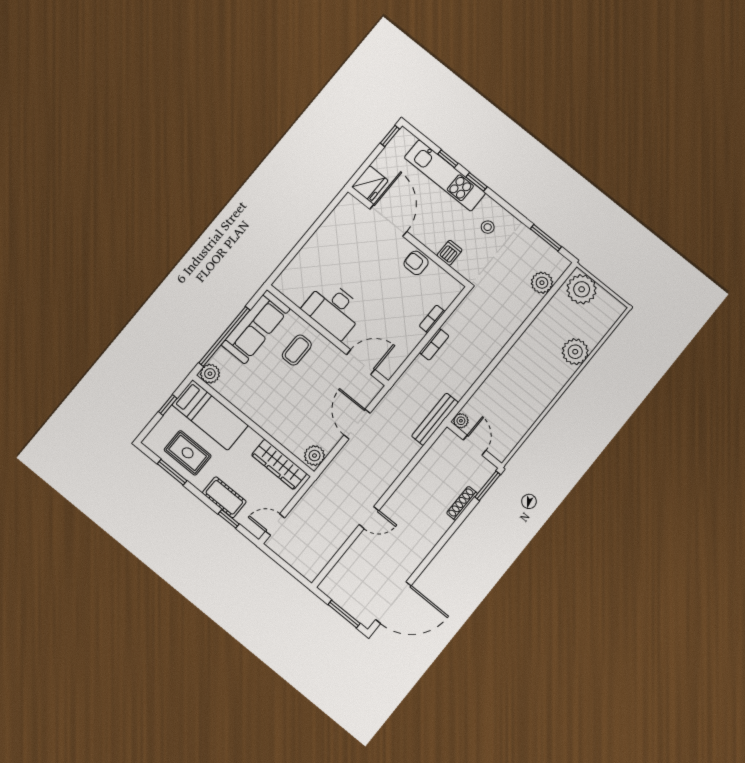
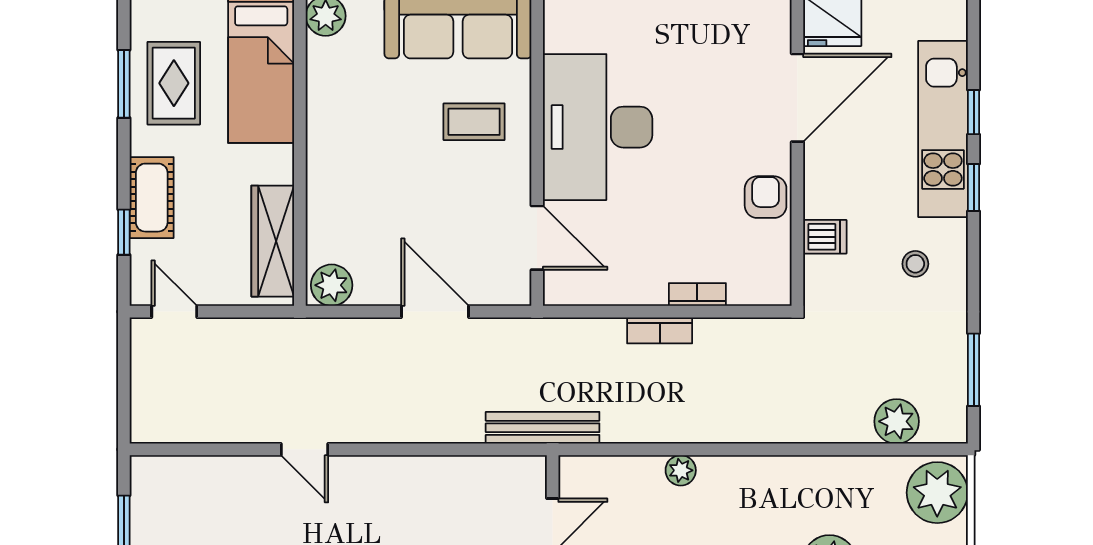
desk: (333, 310) -> (598, 127), width x1.36, depth x1.30
plant: (461, 421) -> (681, 470), moved
door: (357, 424) -> (435, 312), hinge flipped

